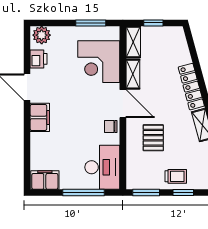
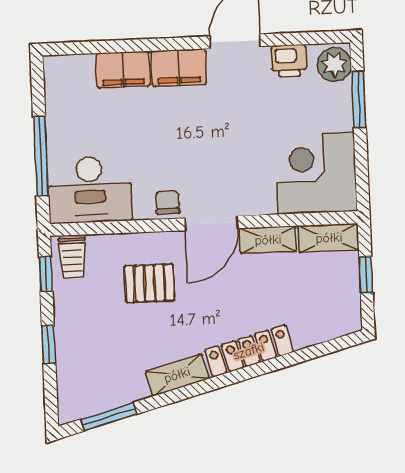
window: (91, 23) -> (359, 99), moved
corner desk: (99, 62) -> (316, 173), moved
trolley: (176, 176) -> (72, 258), moved
filing cabinet: (45, 180) -> (123, 70), moved, turned 90
window: (146, 193) -> (46, 274), width x0.67

